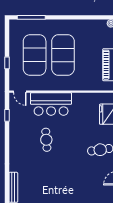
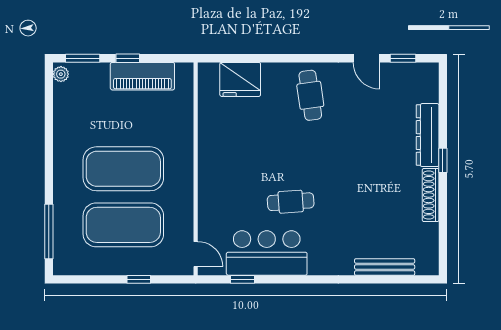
door: (20, 92) -> (196, 254), hinge flipped
bar counter: (51, 104) -> (267, 253), moved, turned -90

